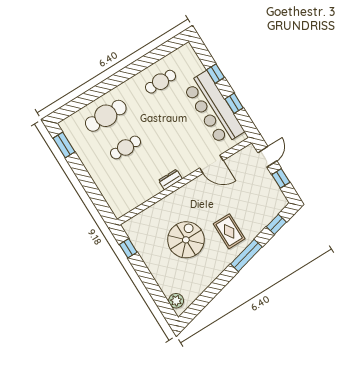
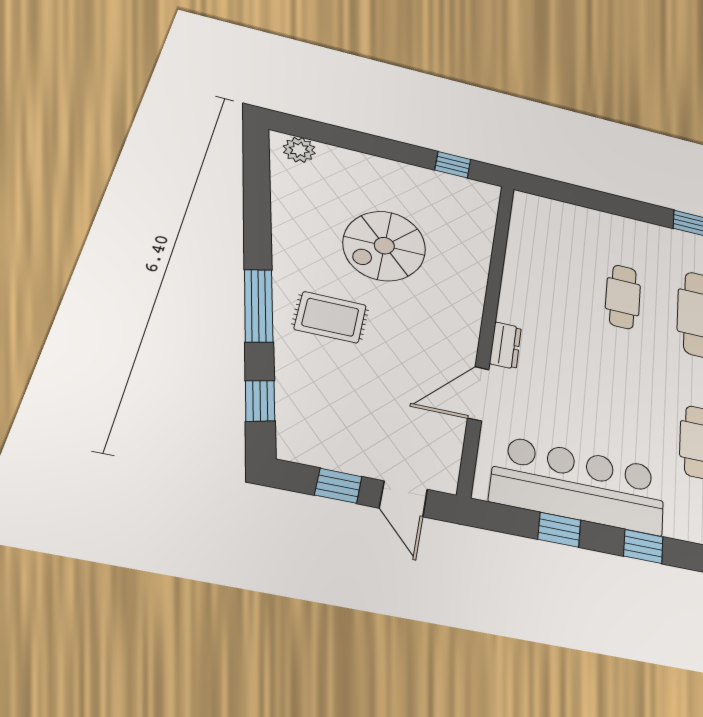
dresser: (170, 180) -> (505, 345), moved
spiral stairs: (186, 240) -> (384, 246), turned 90

